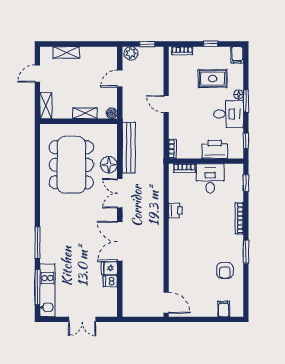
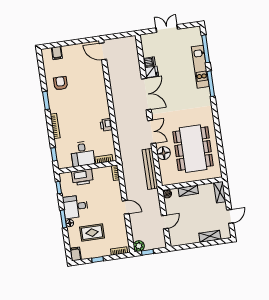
plant: (131, 53) -> (139, 246), moved
kitchen unit: (47, 290) -> (200, 67), moved

